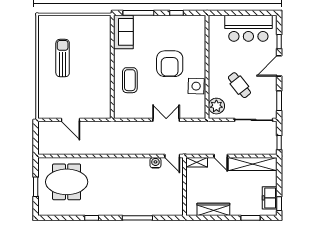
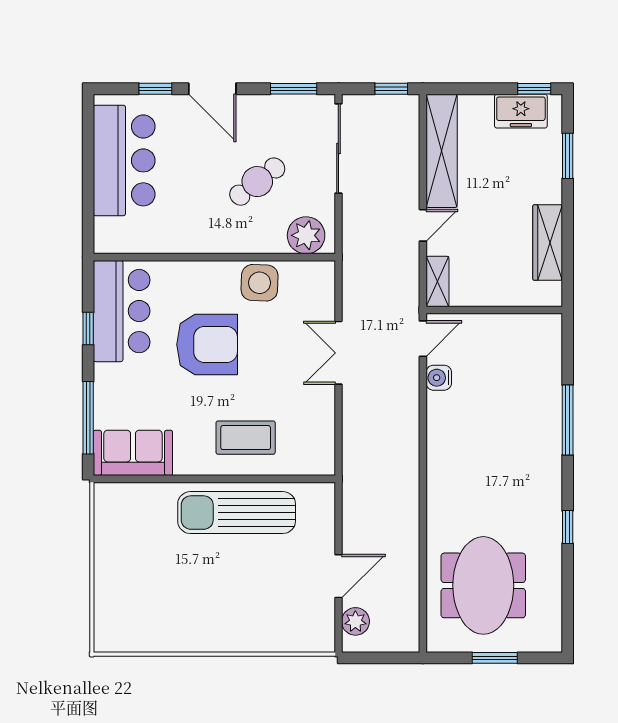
bar counter: (184, 27) -> (122, 311), added
sun lounger: (63, 58) -> (237, 513), moved, width x1.36, depth x1.34
plant: (51, 127) -> (355, 621), added

